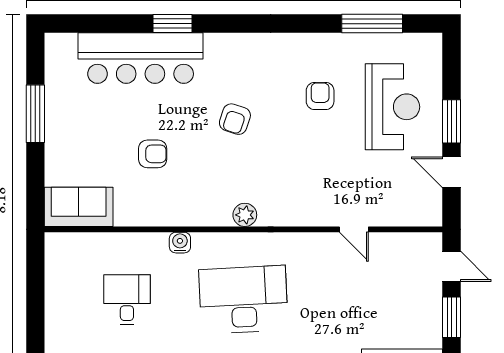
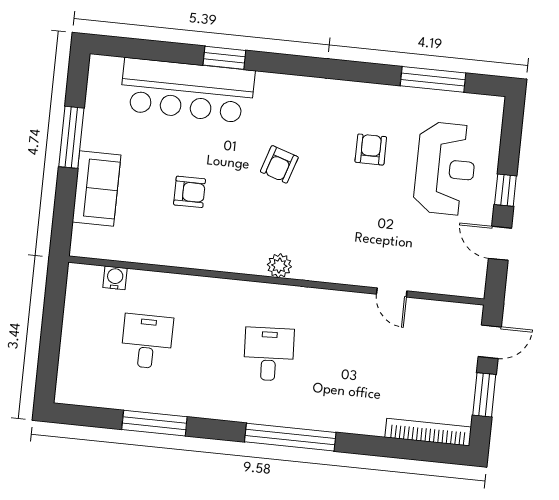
window: (452, 121) -> (505, 190), width x0.67
sofa: (79, 207) -> (97, 189), moved, turned 90
water cooler: (180, 243) -> (115, 278), moved
door: (452, 266) -> (490, 342), hinge flipped
desk: (243, 300) -> (269, 354), width x0.53, depth x0.77

